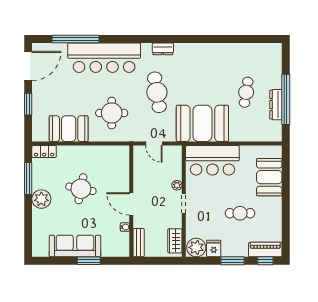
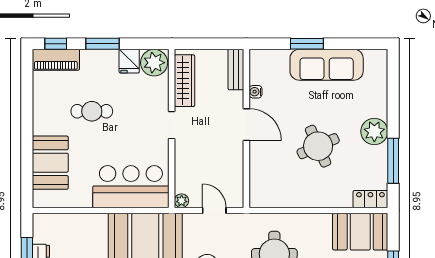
booth: (69, 129) -> (360, 232), moved
plant: (177, 185) -> (182, 201), moved
round table: (81, 189) -> (318, 146), turned -35
wardrobe: (175, 241) -> (185, 81), width x1.50

